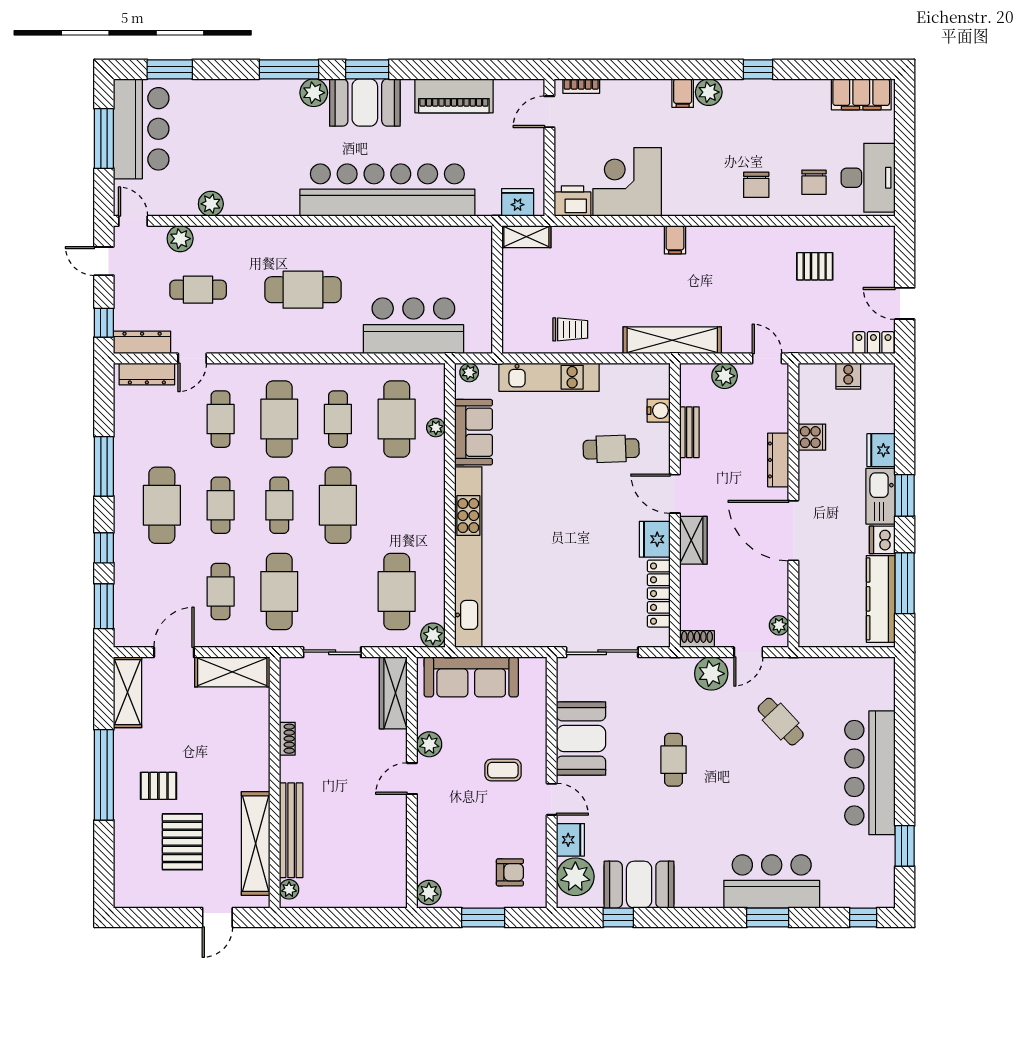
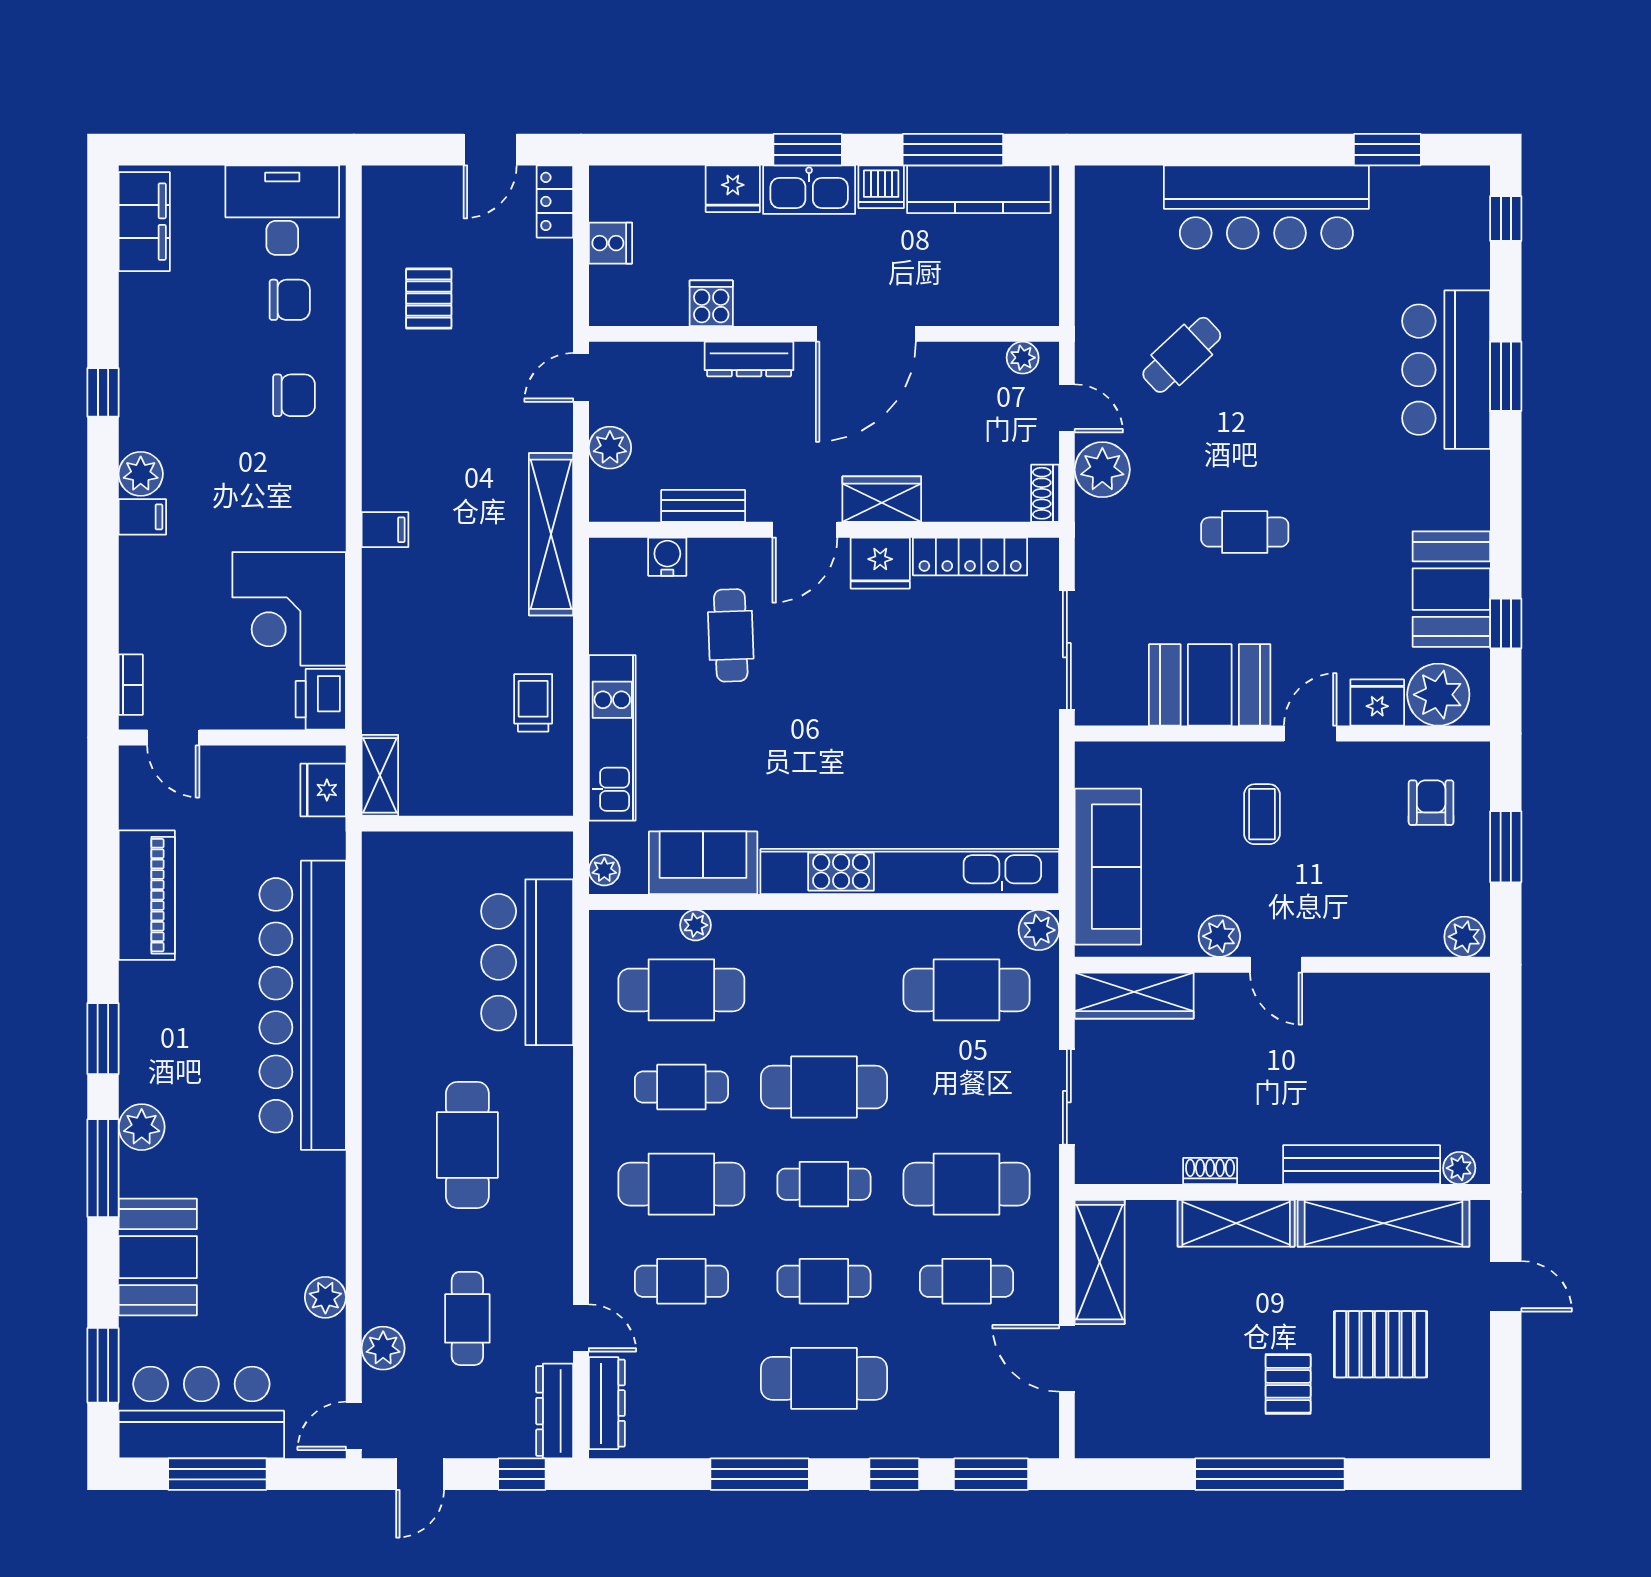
booth: (365, 102) -> (158, 1257), moved
shelving: (128, 692) -> (1236, 1223), moved

